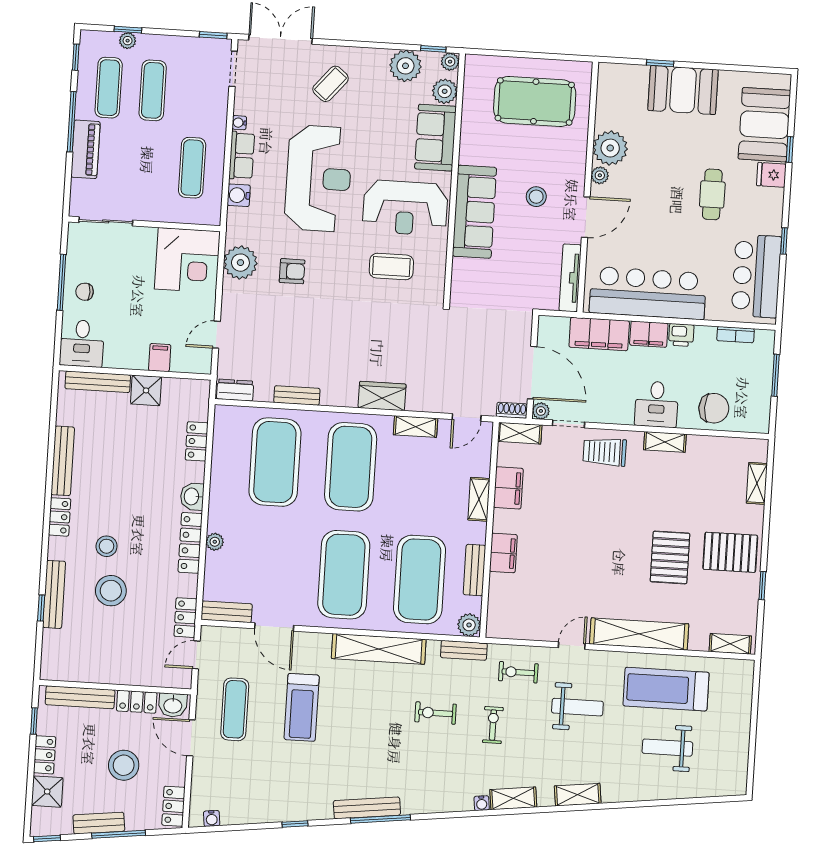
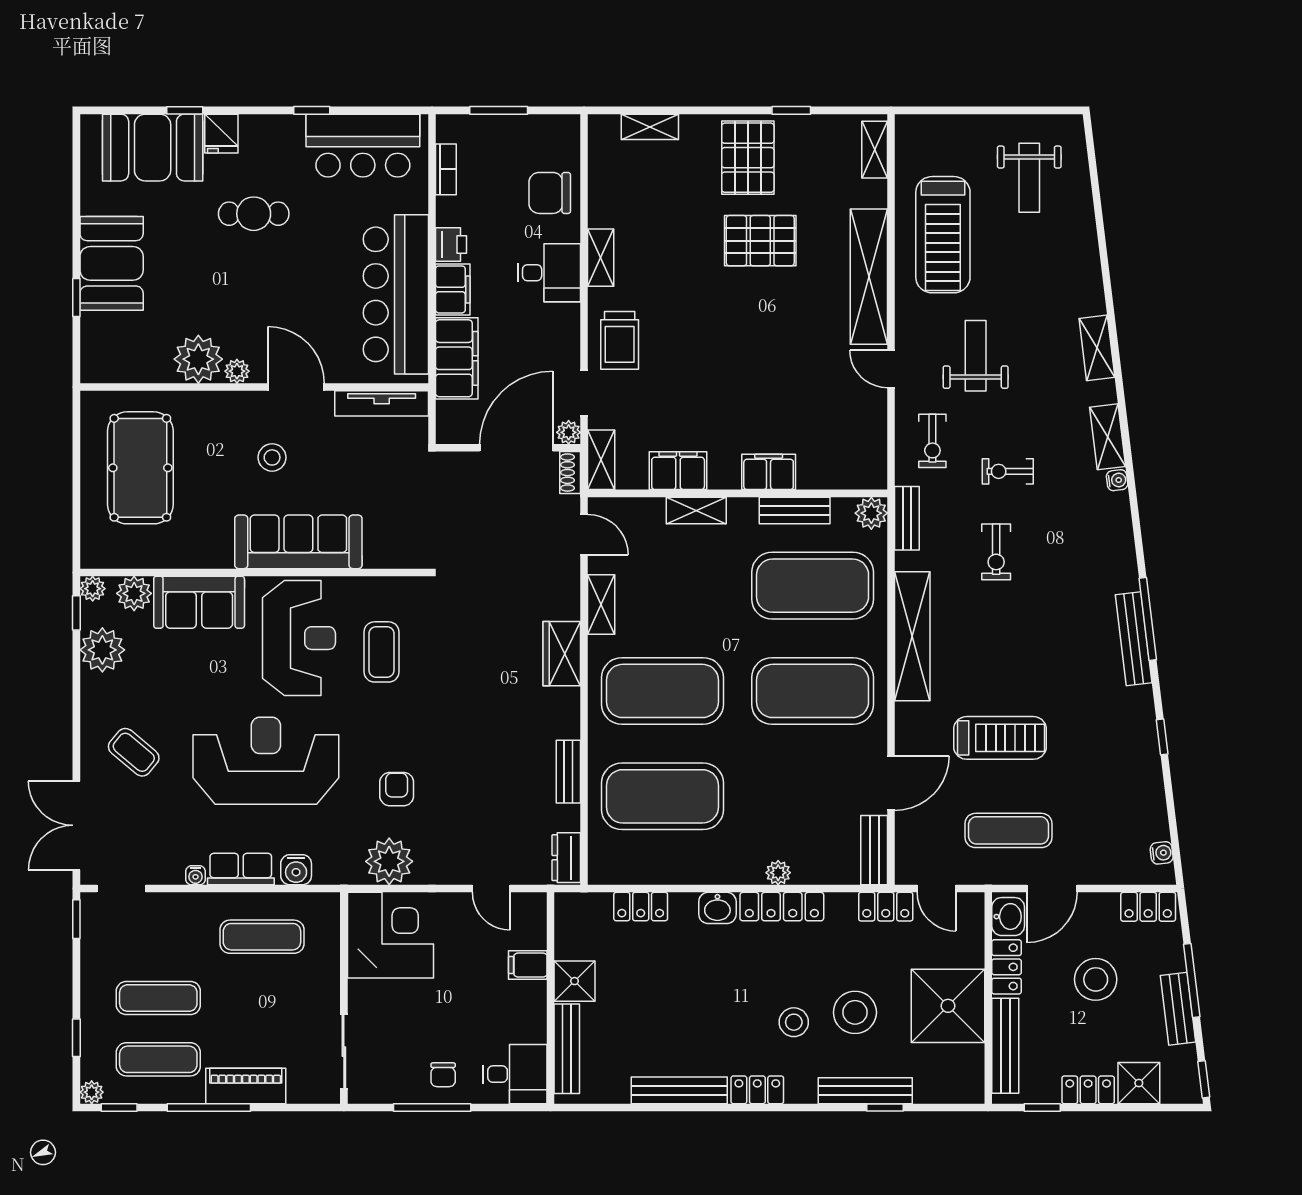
plant: (128, 41) -> (92, 1092), moved
chair: (714, 408) -> (550, 193), turned -90
shower: (111, 658) -> (948, 1006), added
weight bench: (667, 748) -> (1029, 178), moved

